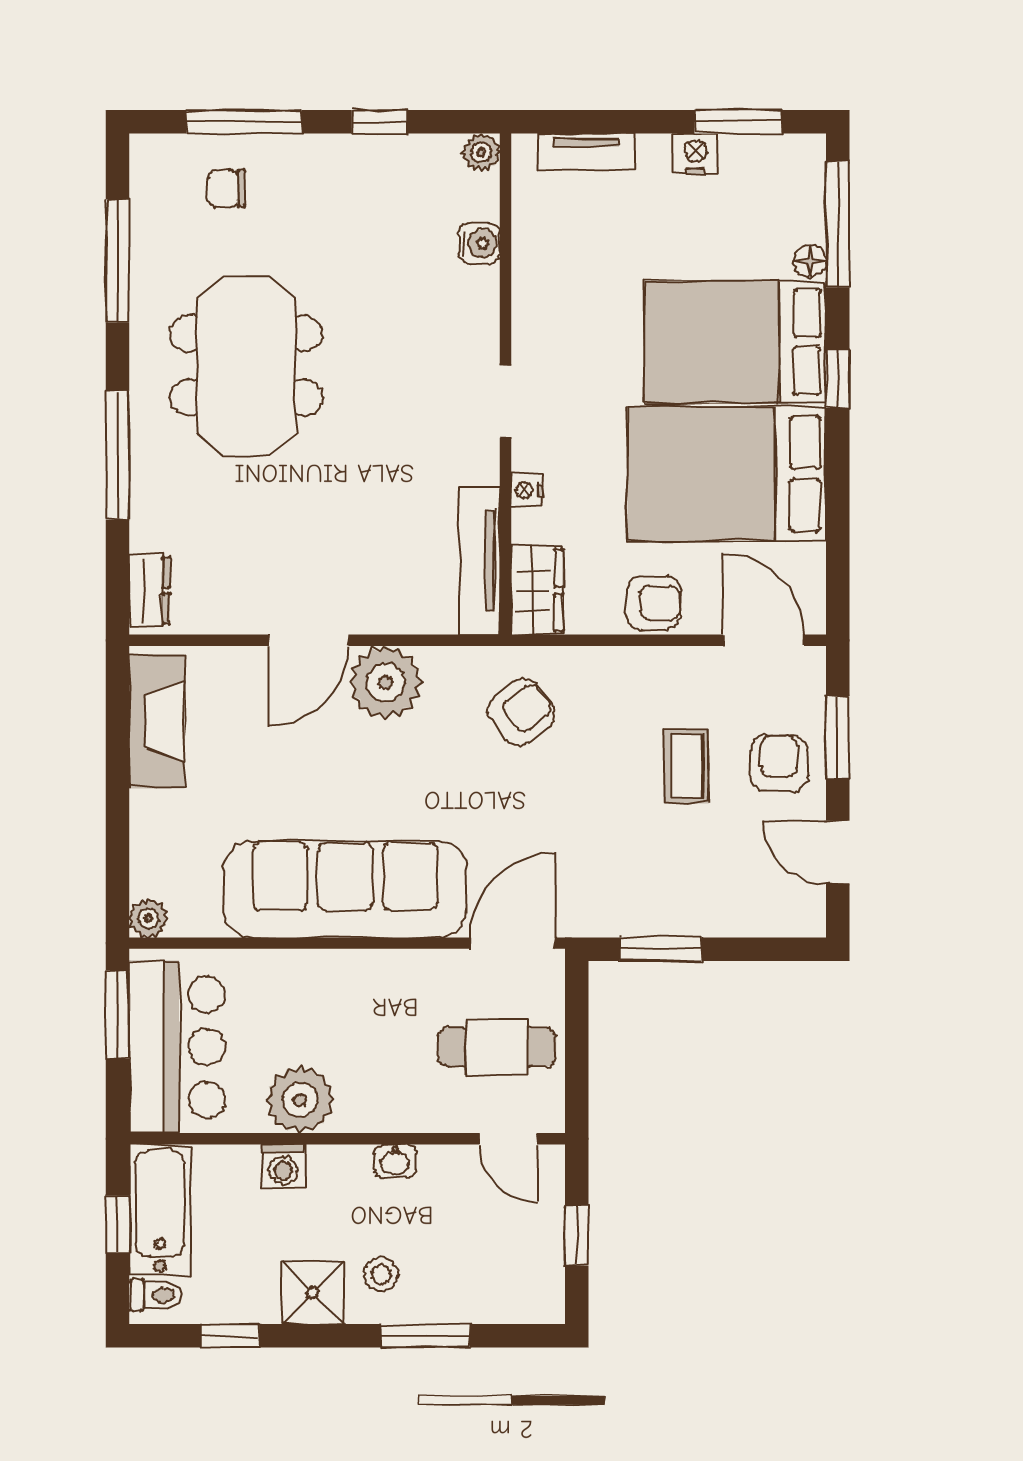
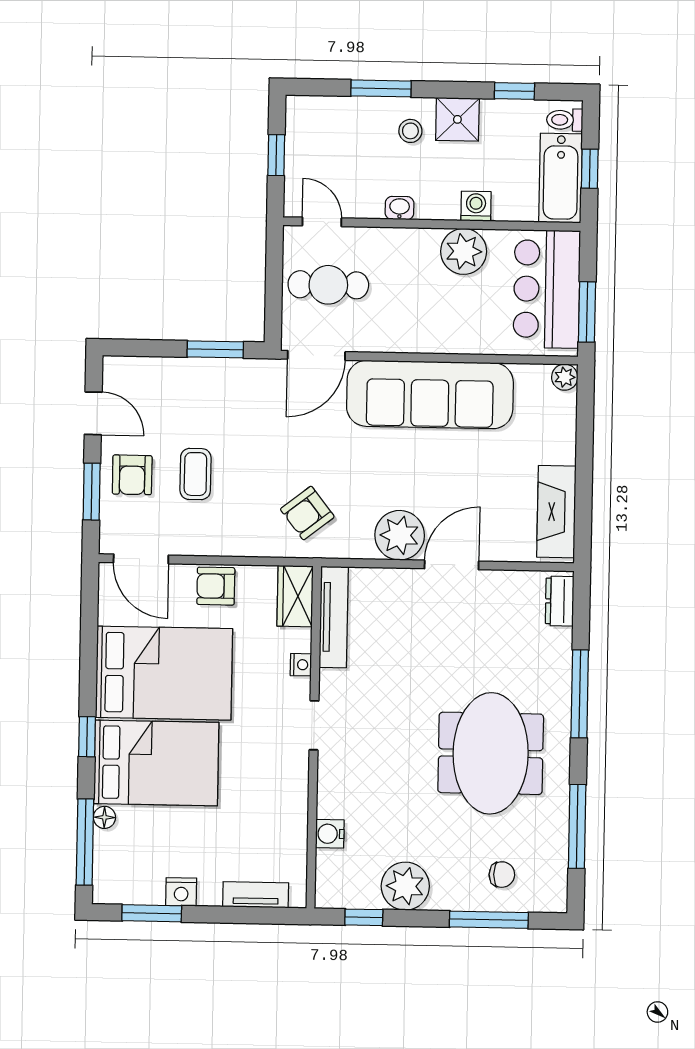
window: (379, 122) -> (364, 917), moved
plant: (481, 152) -> (405, 886), moved, width x1.88, depth x1.88

